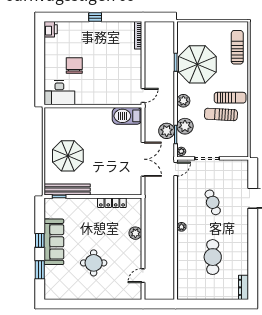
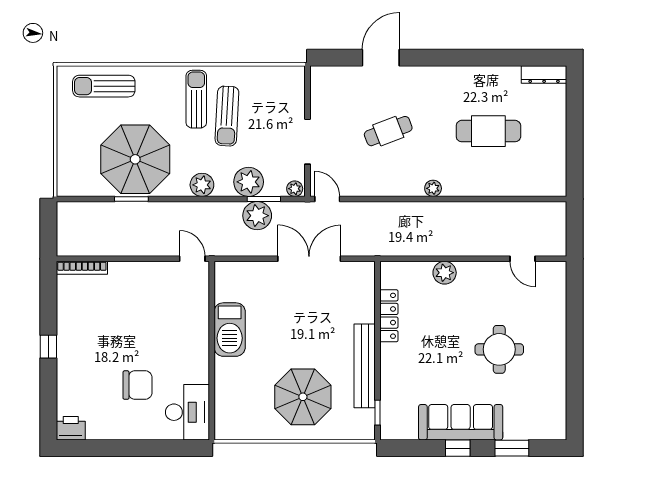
chair: (74, 66) -> (137, 385), turned 180
barbecue: (127, 116) -> (230, 330), moved
bench: (67, 189) -> (365, 366), moved

